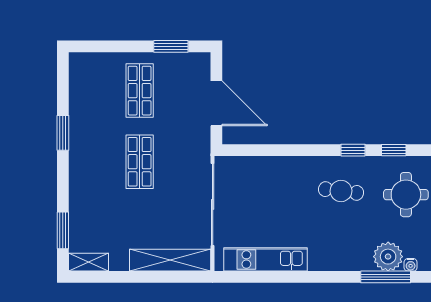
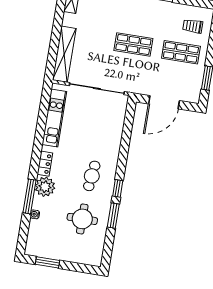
trolley: (99, 80) -> (193, 26), added
window: (394, 150) -> (113, 216), width x1.50
plant: (388, 257) -> (45, 187), moved
locker: (334, 262) -> (45, 164), added

